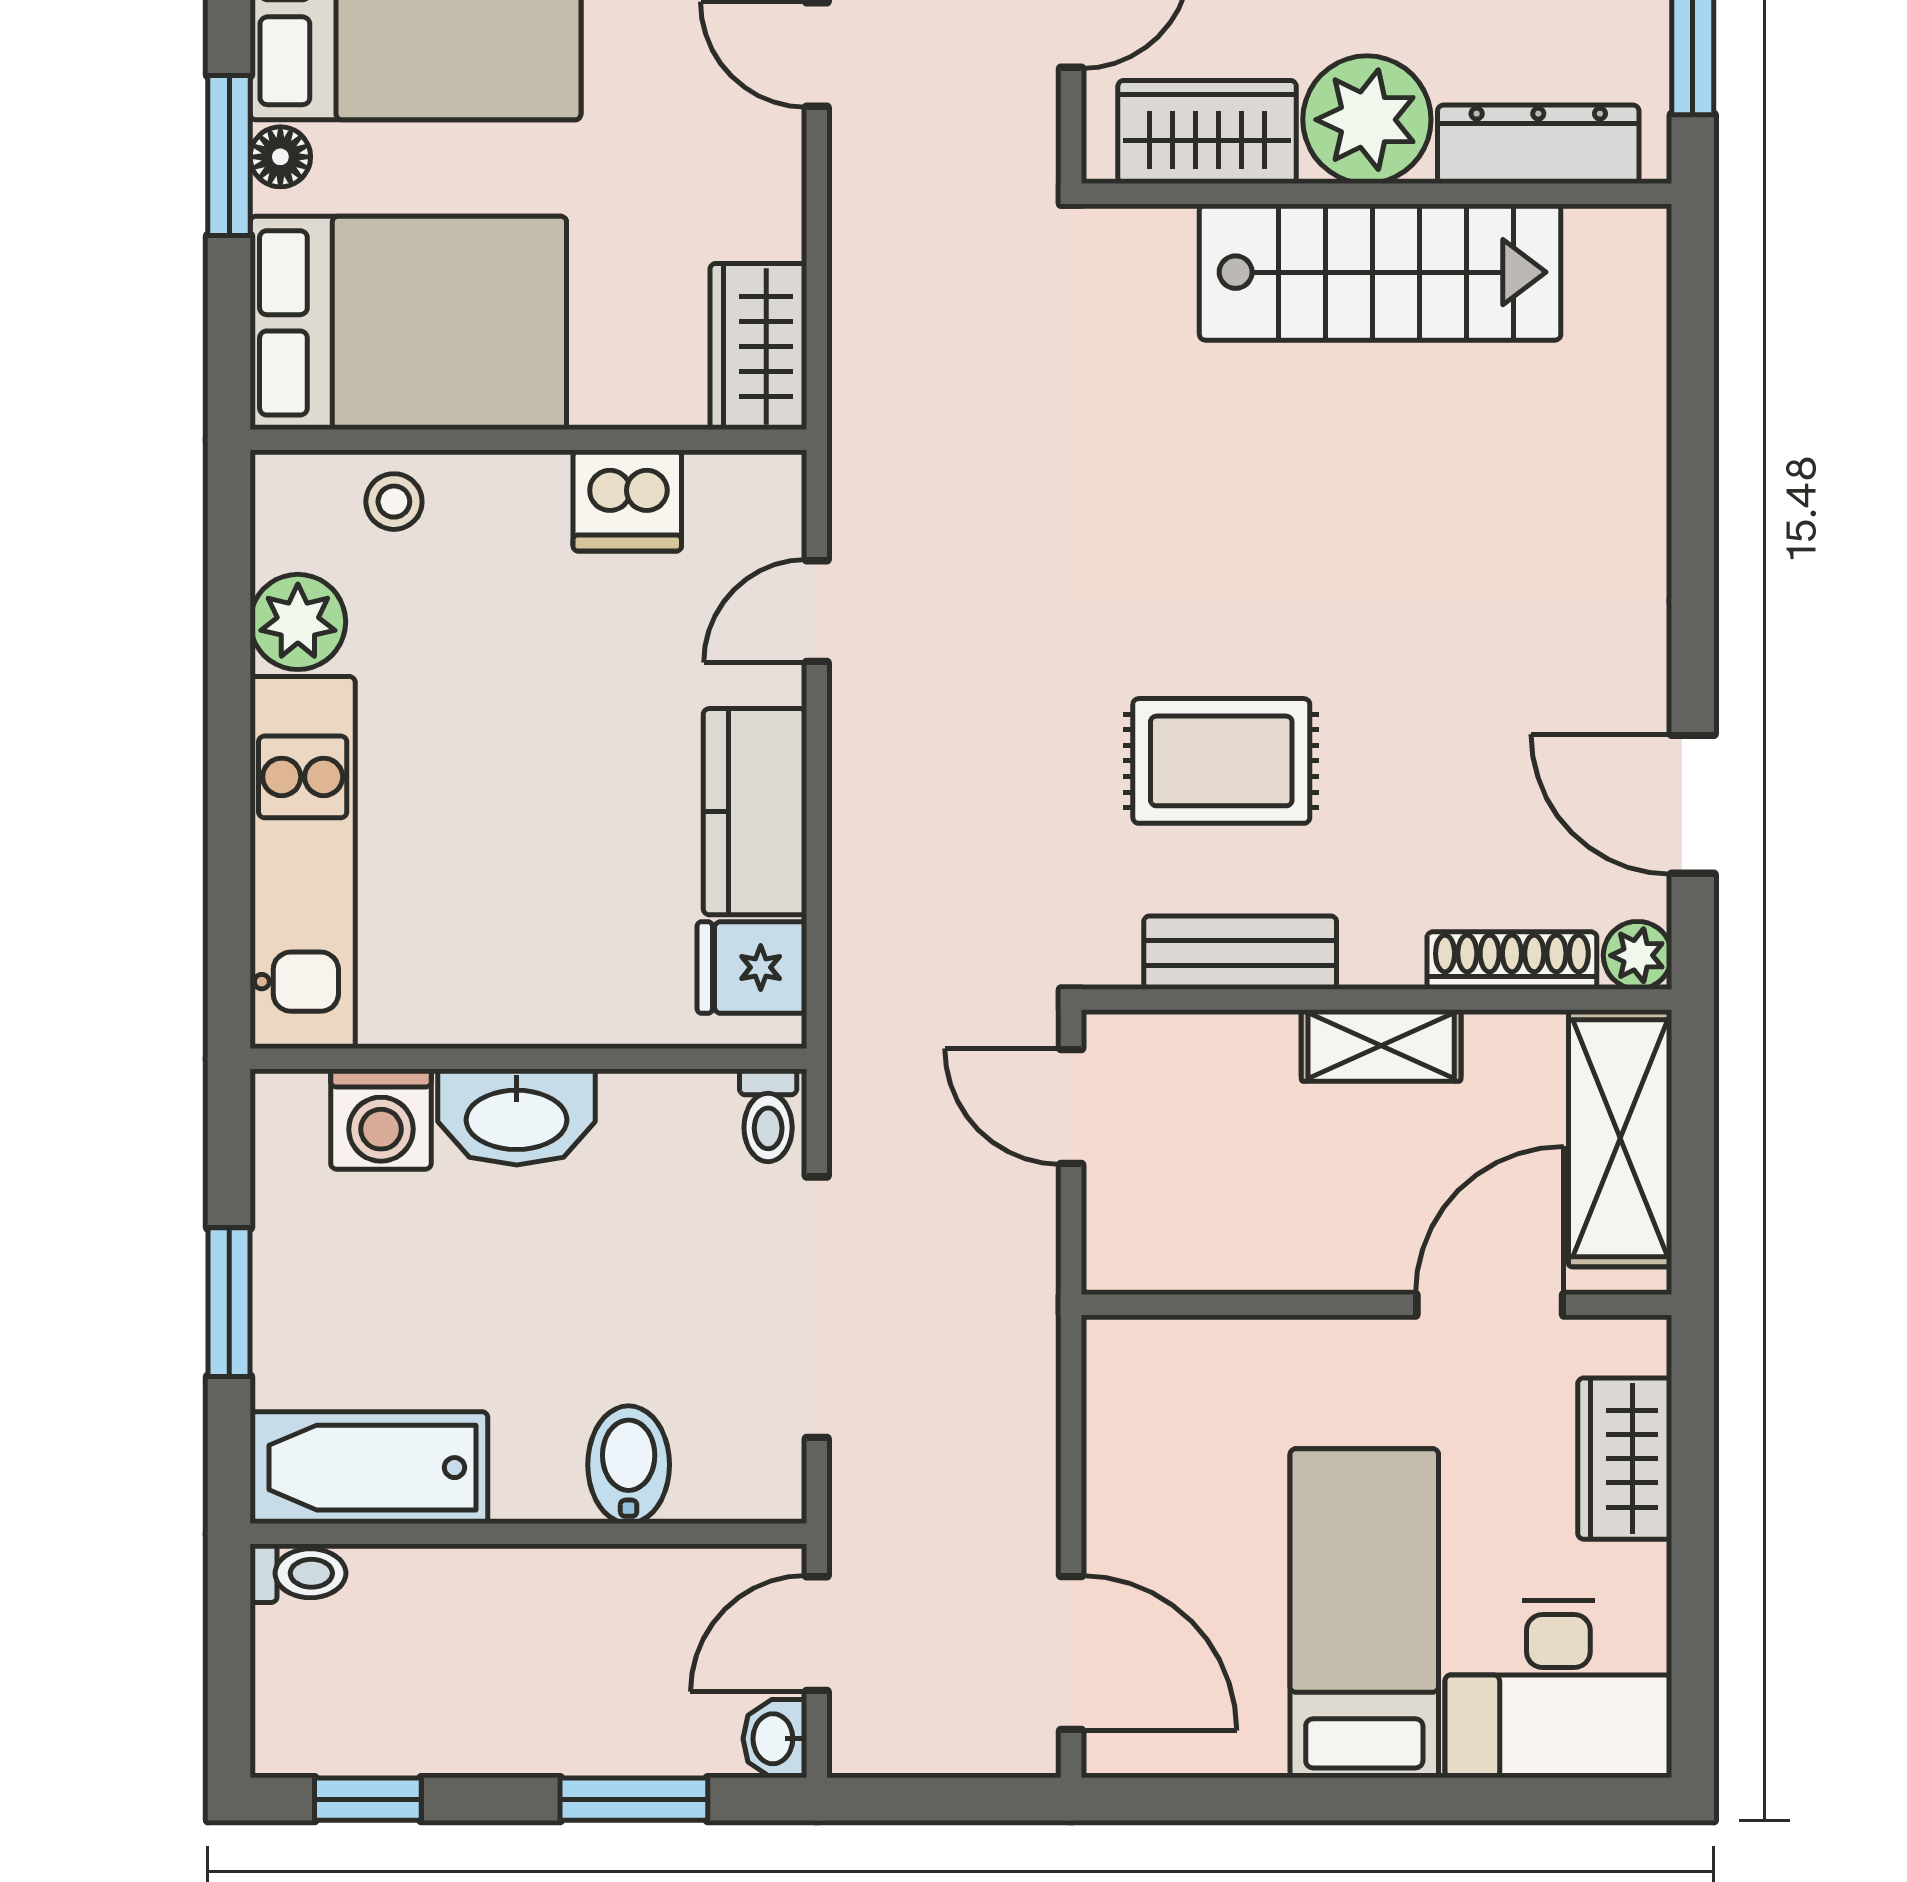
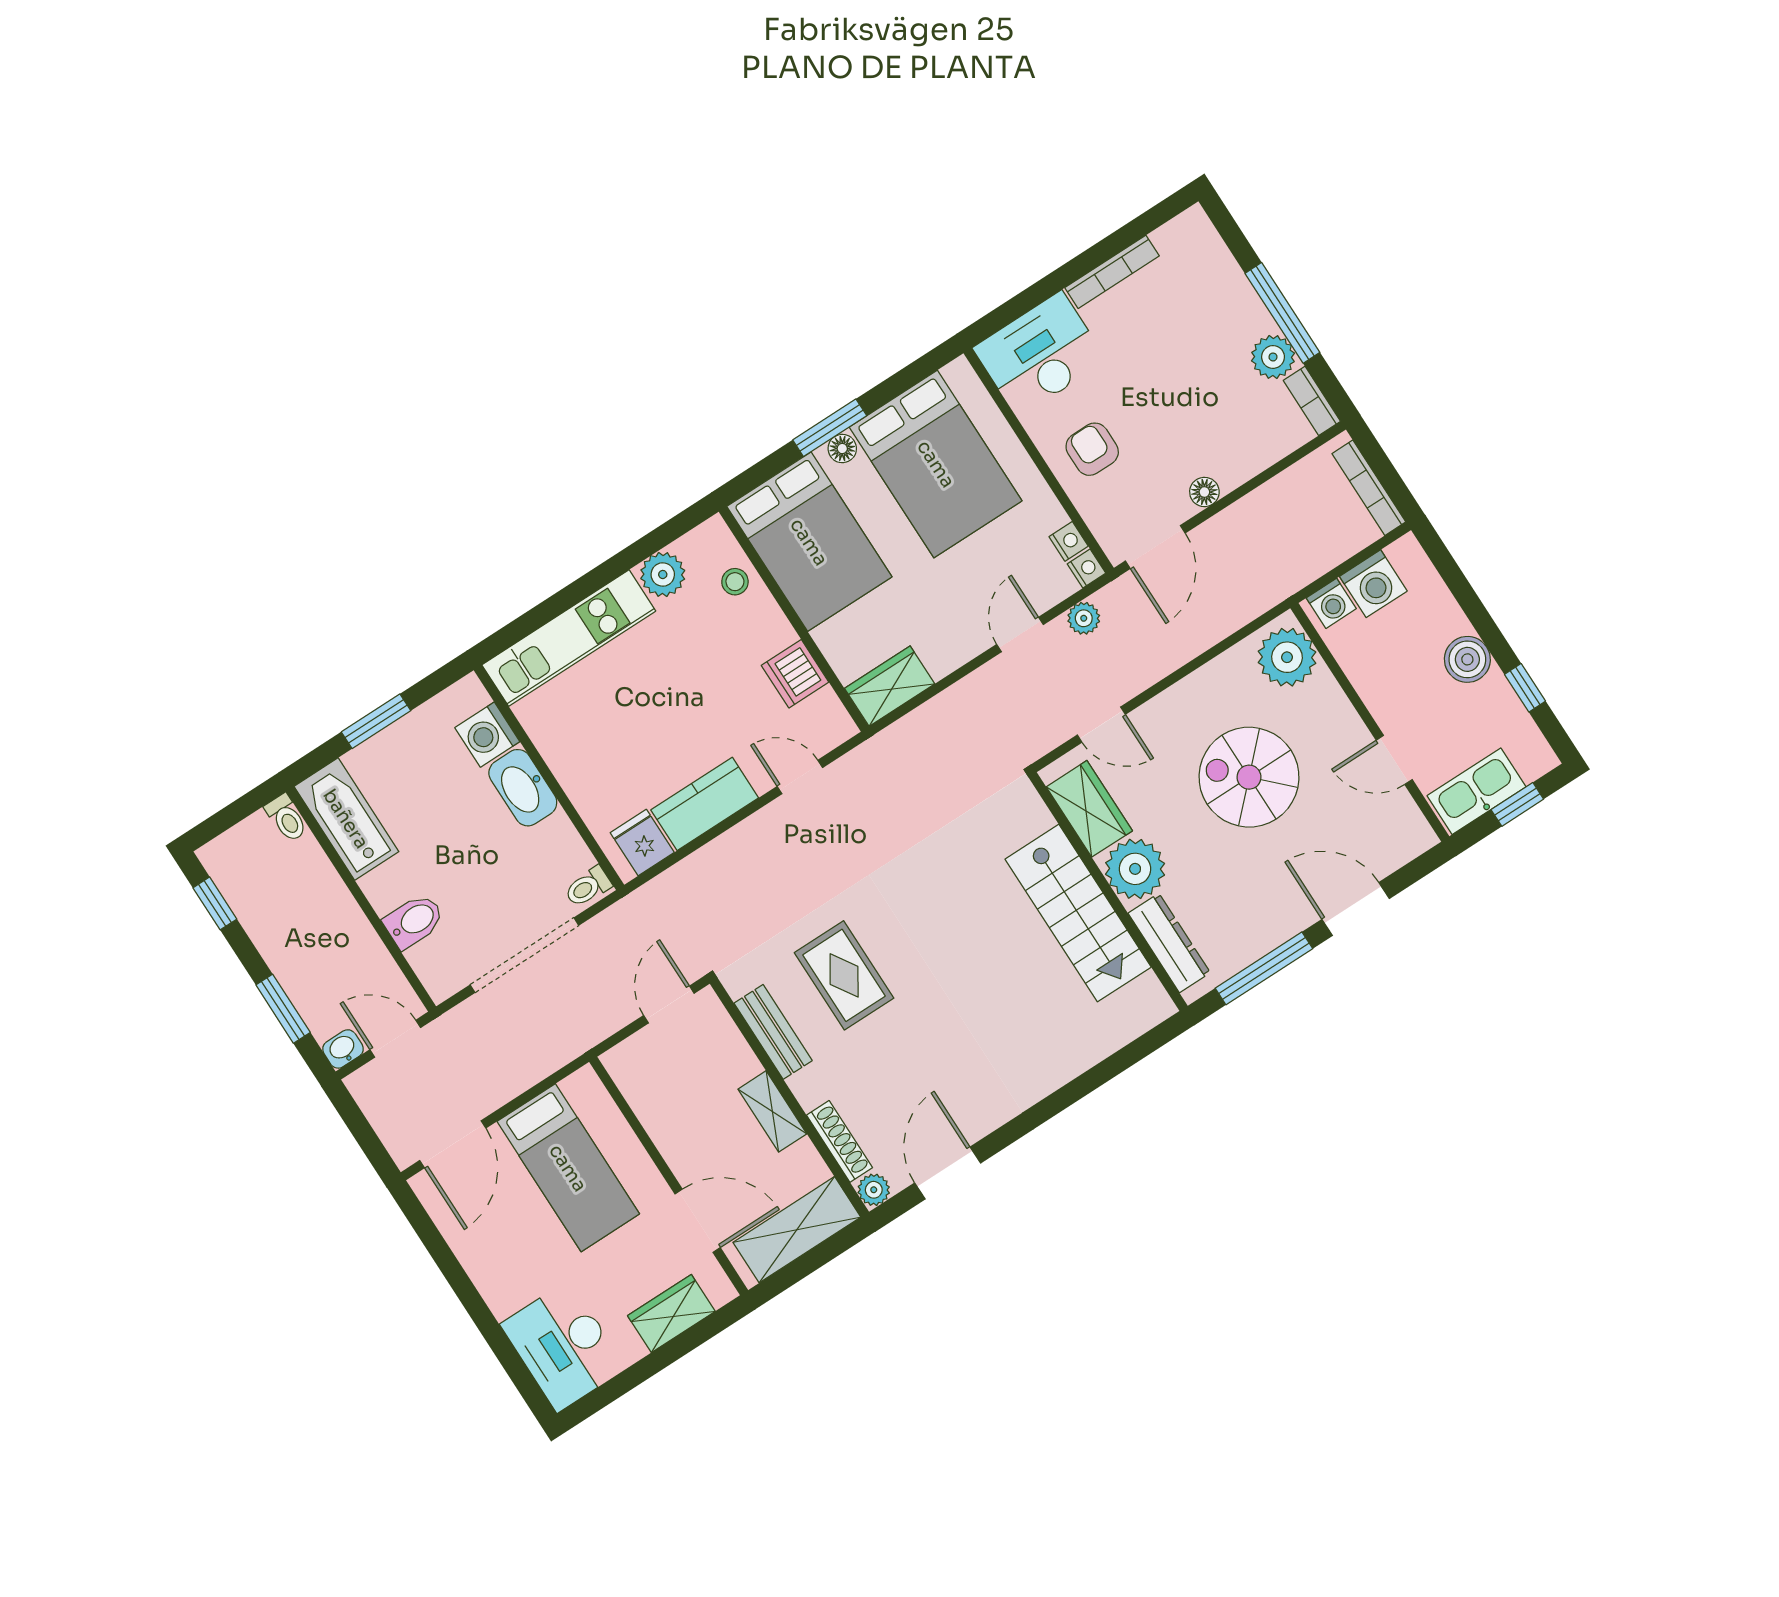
bed: (1364, 1613) -> (568, 1168), moved, turned 90

